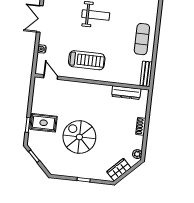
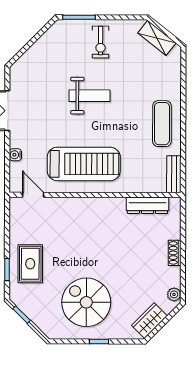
treadmill: (87, 60) -> (84, 164), width x1.37, depth x1.38
rug: (44, 123) -> (30, 264), turned 90
spiral stairs: (79, 137) -> (86, 302), moved

